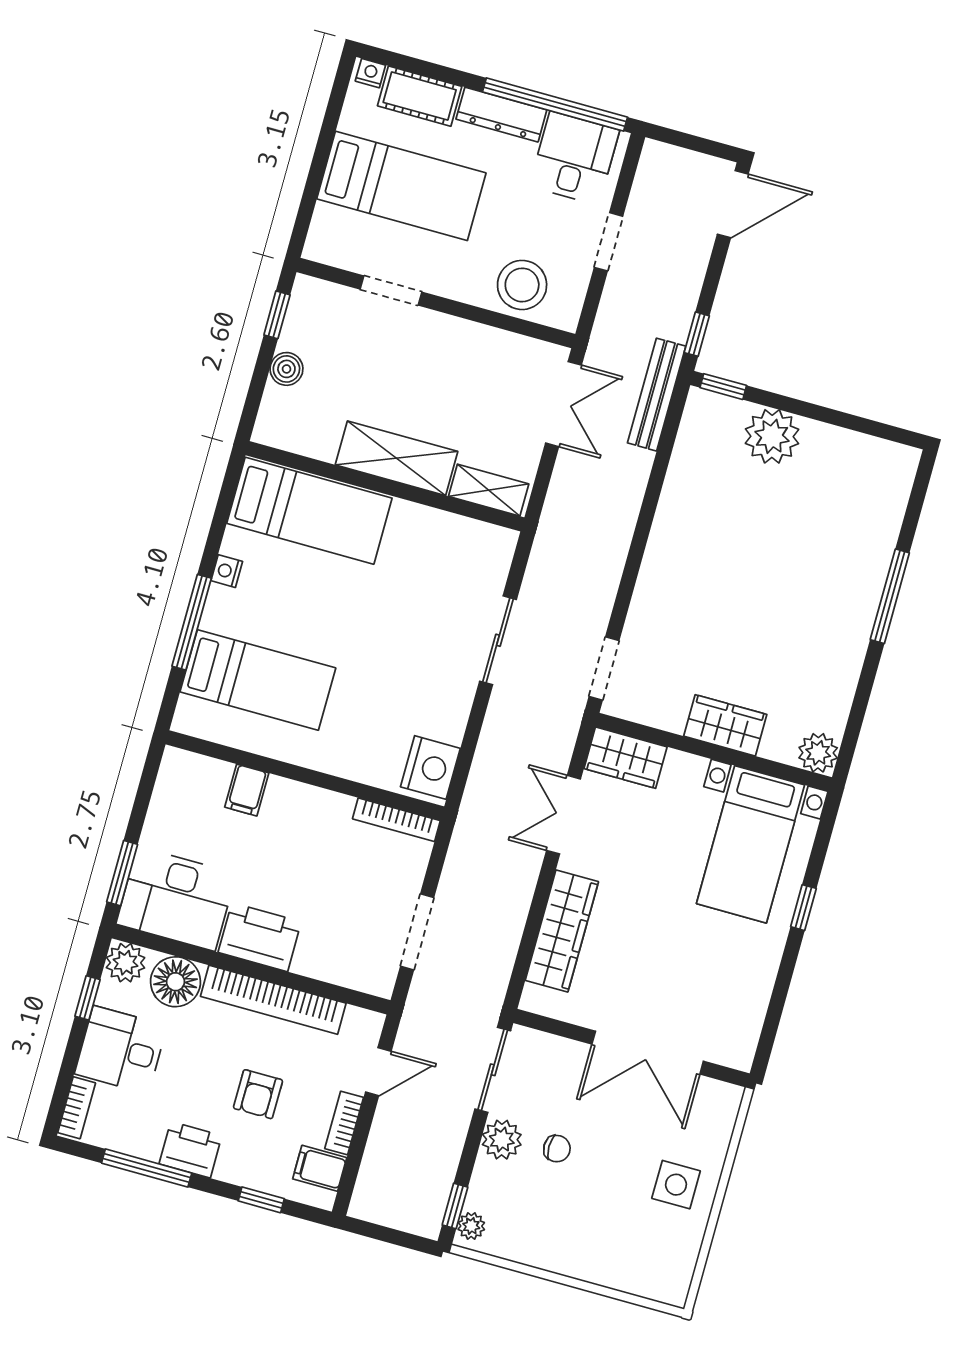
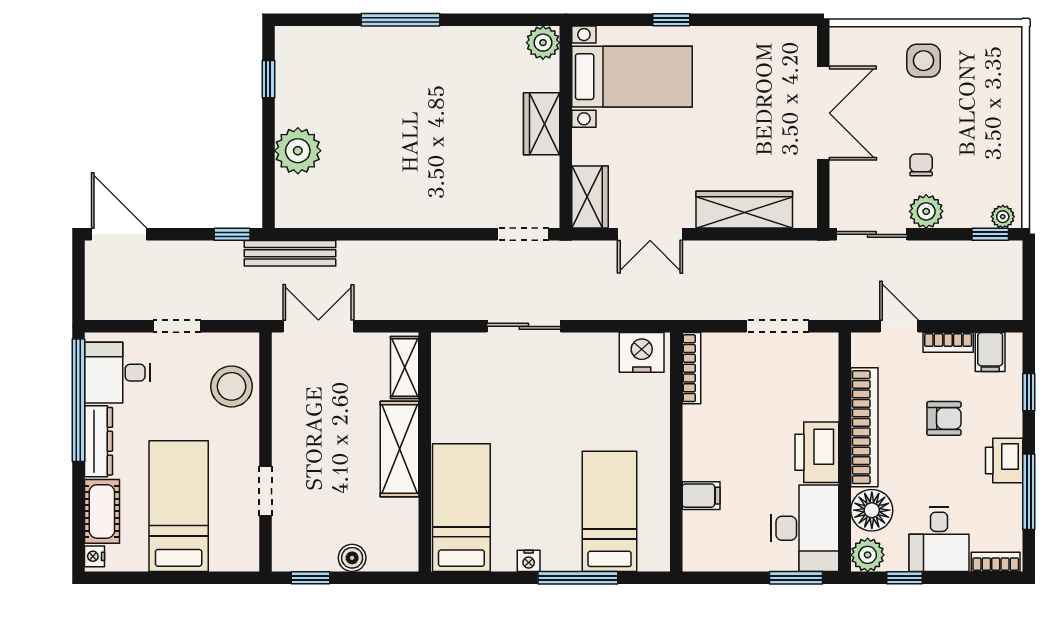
window: (723, 387) -> (268, 79), moved

